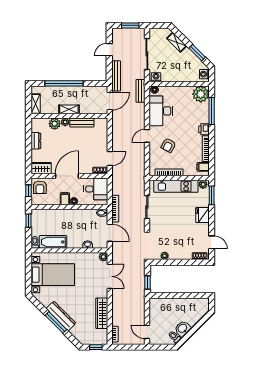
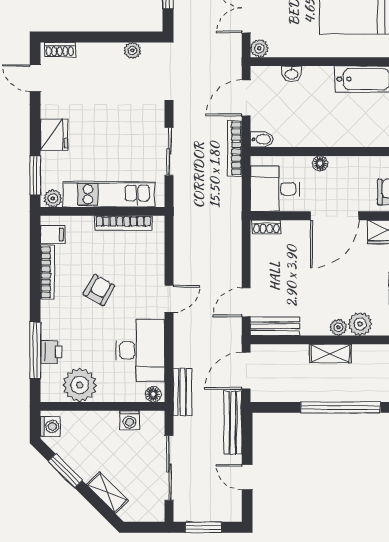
door: (109, 50) -> (247, 477), swing flipped
washing machine: (156, 77) -> (130, 420), moved
plant: (201, 94) -> (80, 385), moved
bench: (82, 123) -> (275, 326), moved
printer: (204, 129) -> (51, 352), moved
armchair: (168, 145) -> (99, 290), moved
door: (110, 158) -> (246, 302), moved
filing cabinet: (65, 199) -> (339, 168), removed
door: (110, 233) -> (246, 98), hinge flipped

